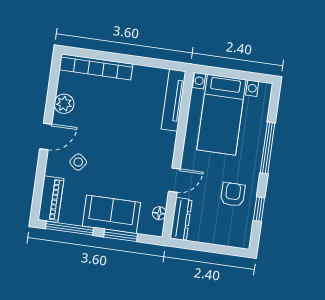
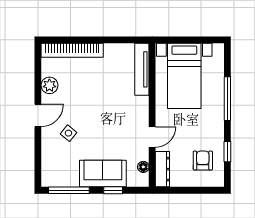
armchair: (233, 194) -> (203, 161), moved
piano: (51, 199) -> (50, 168), removed
window: (121, 235) -> (113, 190), width x0.67

